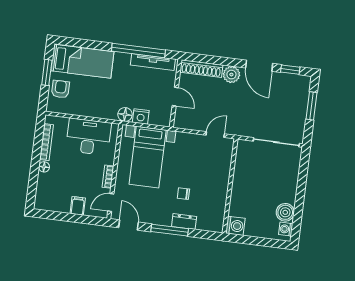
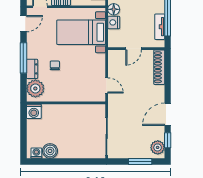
tv unit: (153, 62) -> (160, 27), width x0.71
plant: (231, 75) -> (158, 147), moved
plant: (208, 220) -> (35, 88), added

